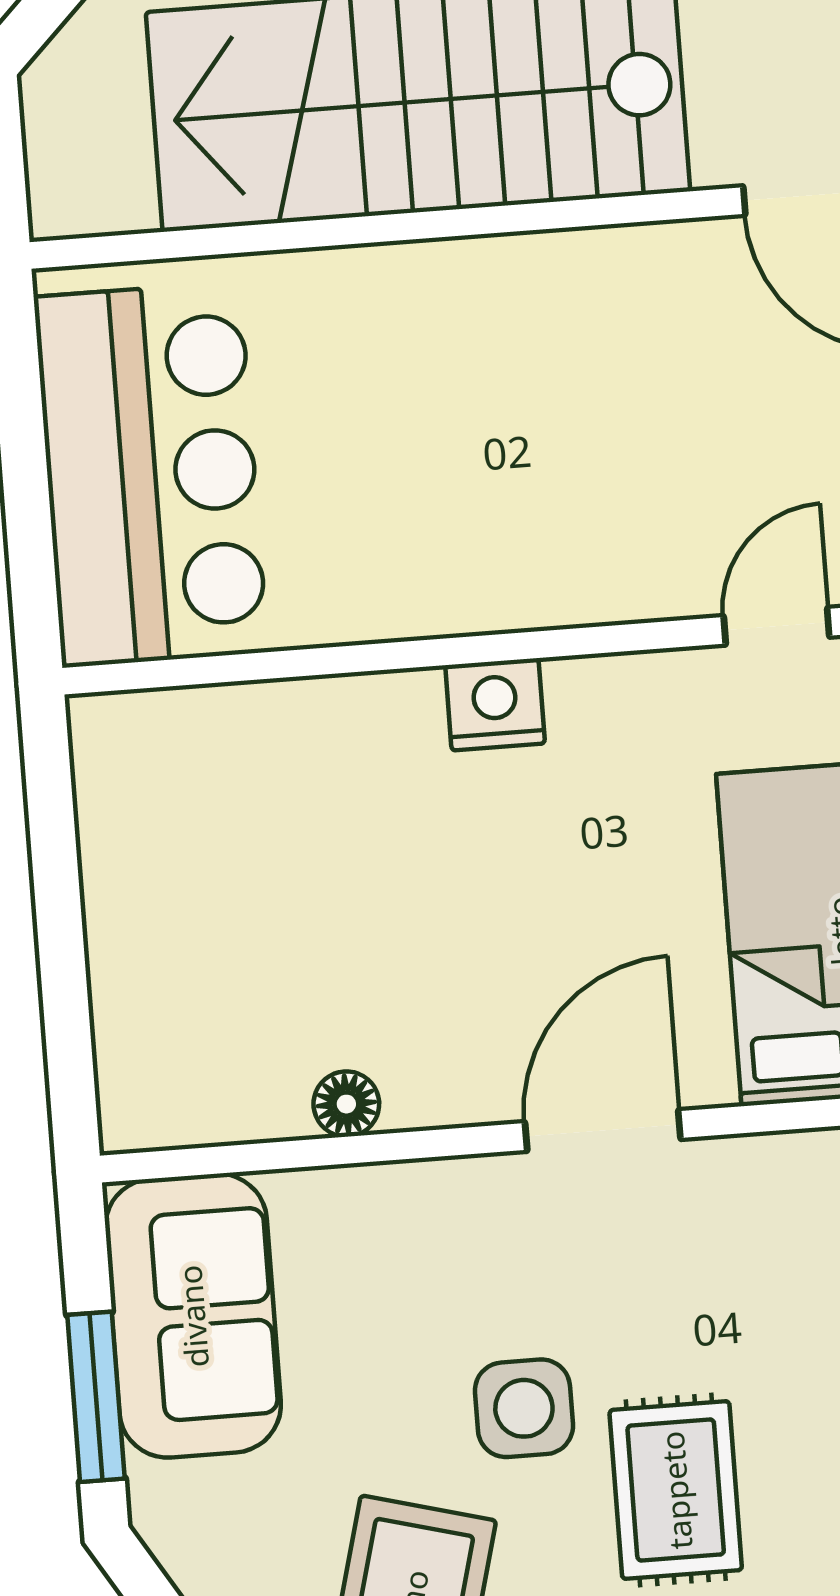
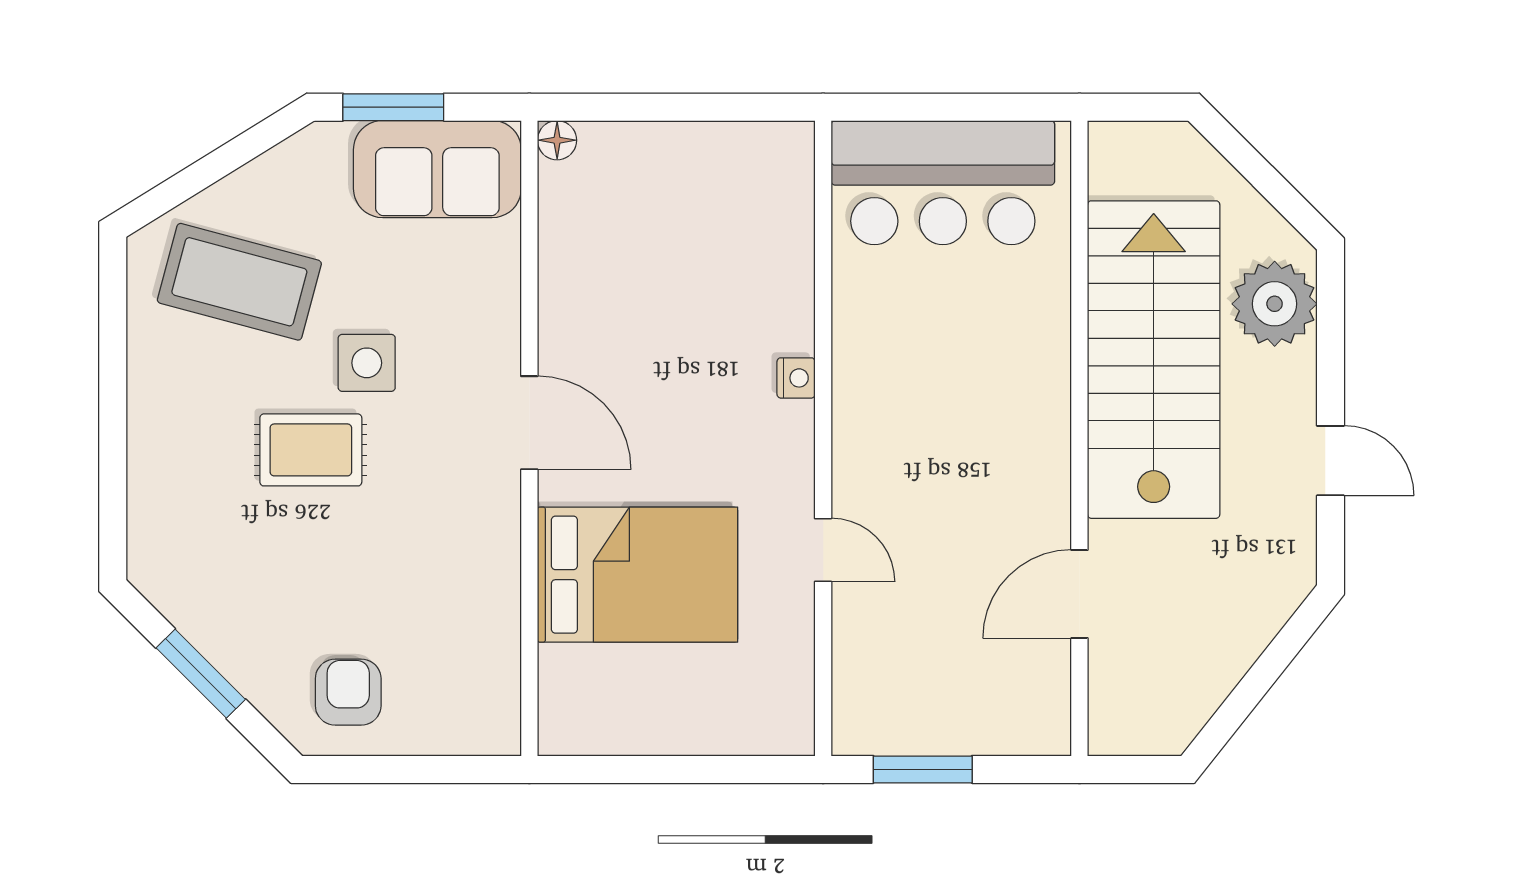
nightstand: (495, 704) -> (796, 378), width x0.72, depth x0.74
floor lamp: (346, 1104) -> (557, 140), moved

